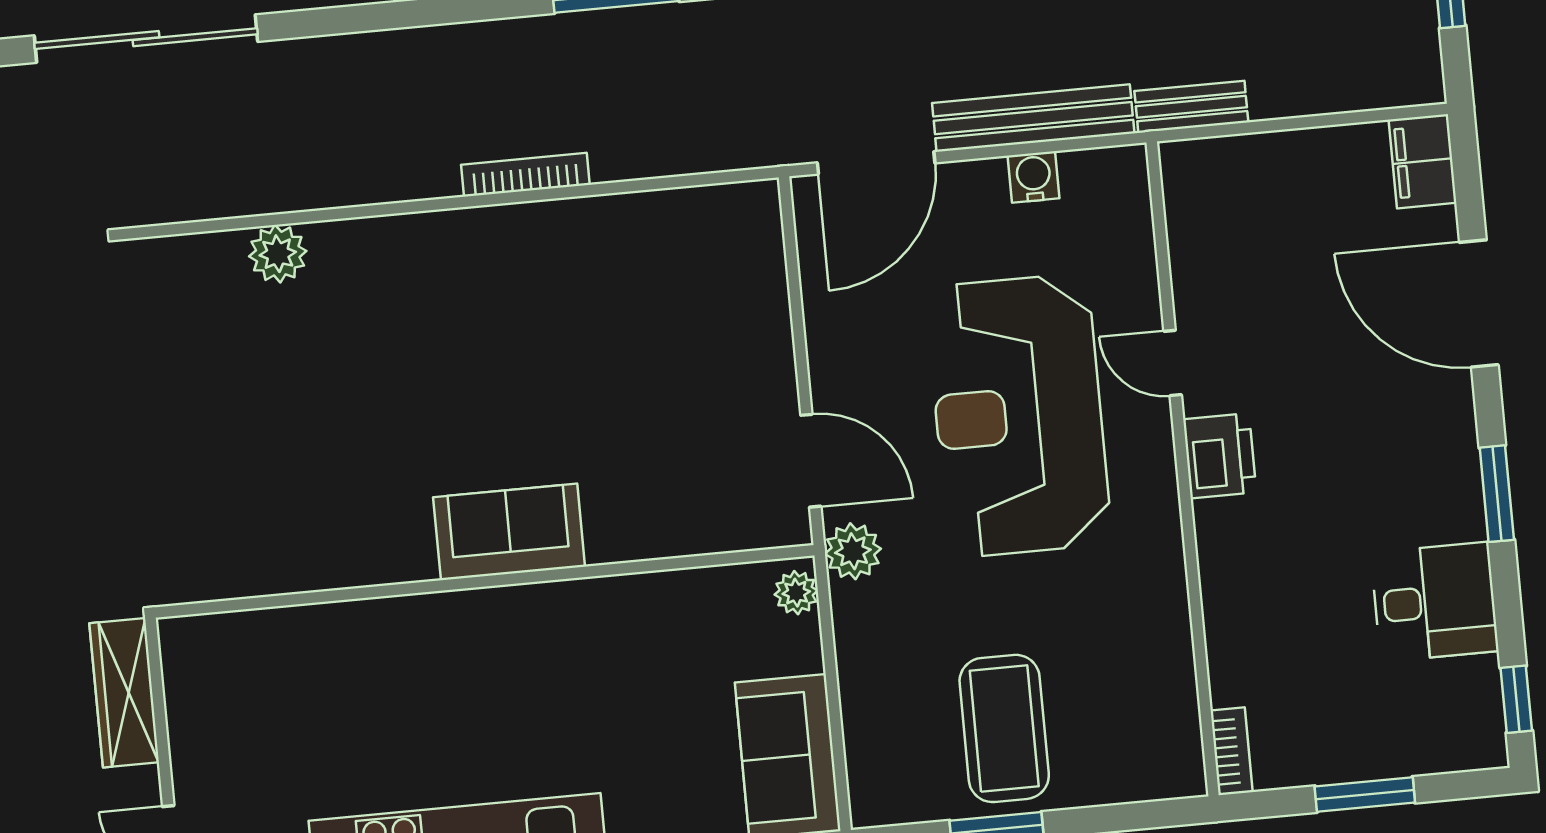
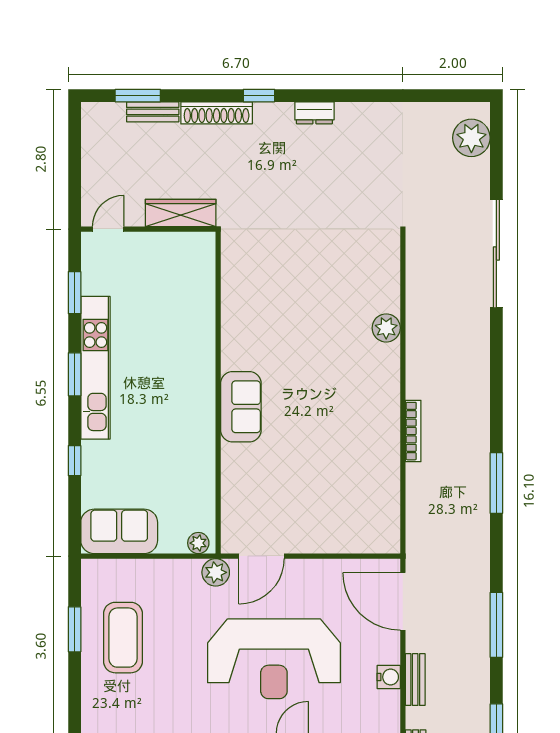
bench: (1033, 118) -> (415, 680), width x0.54, depth x0.82
plant: (278, 254) -> (386, 328), moved
reception desk: (1018, 415) -> (274, 659), turned 180
coffee table: (1004, 728) -> (123, 638), turned 90

